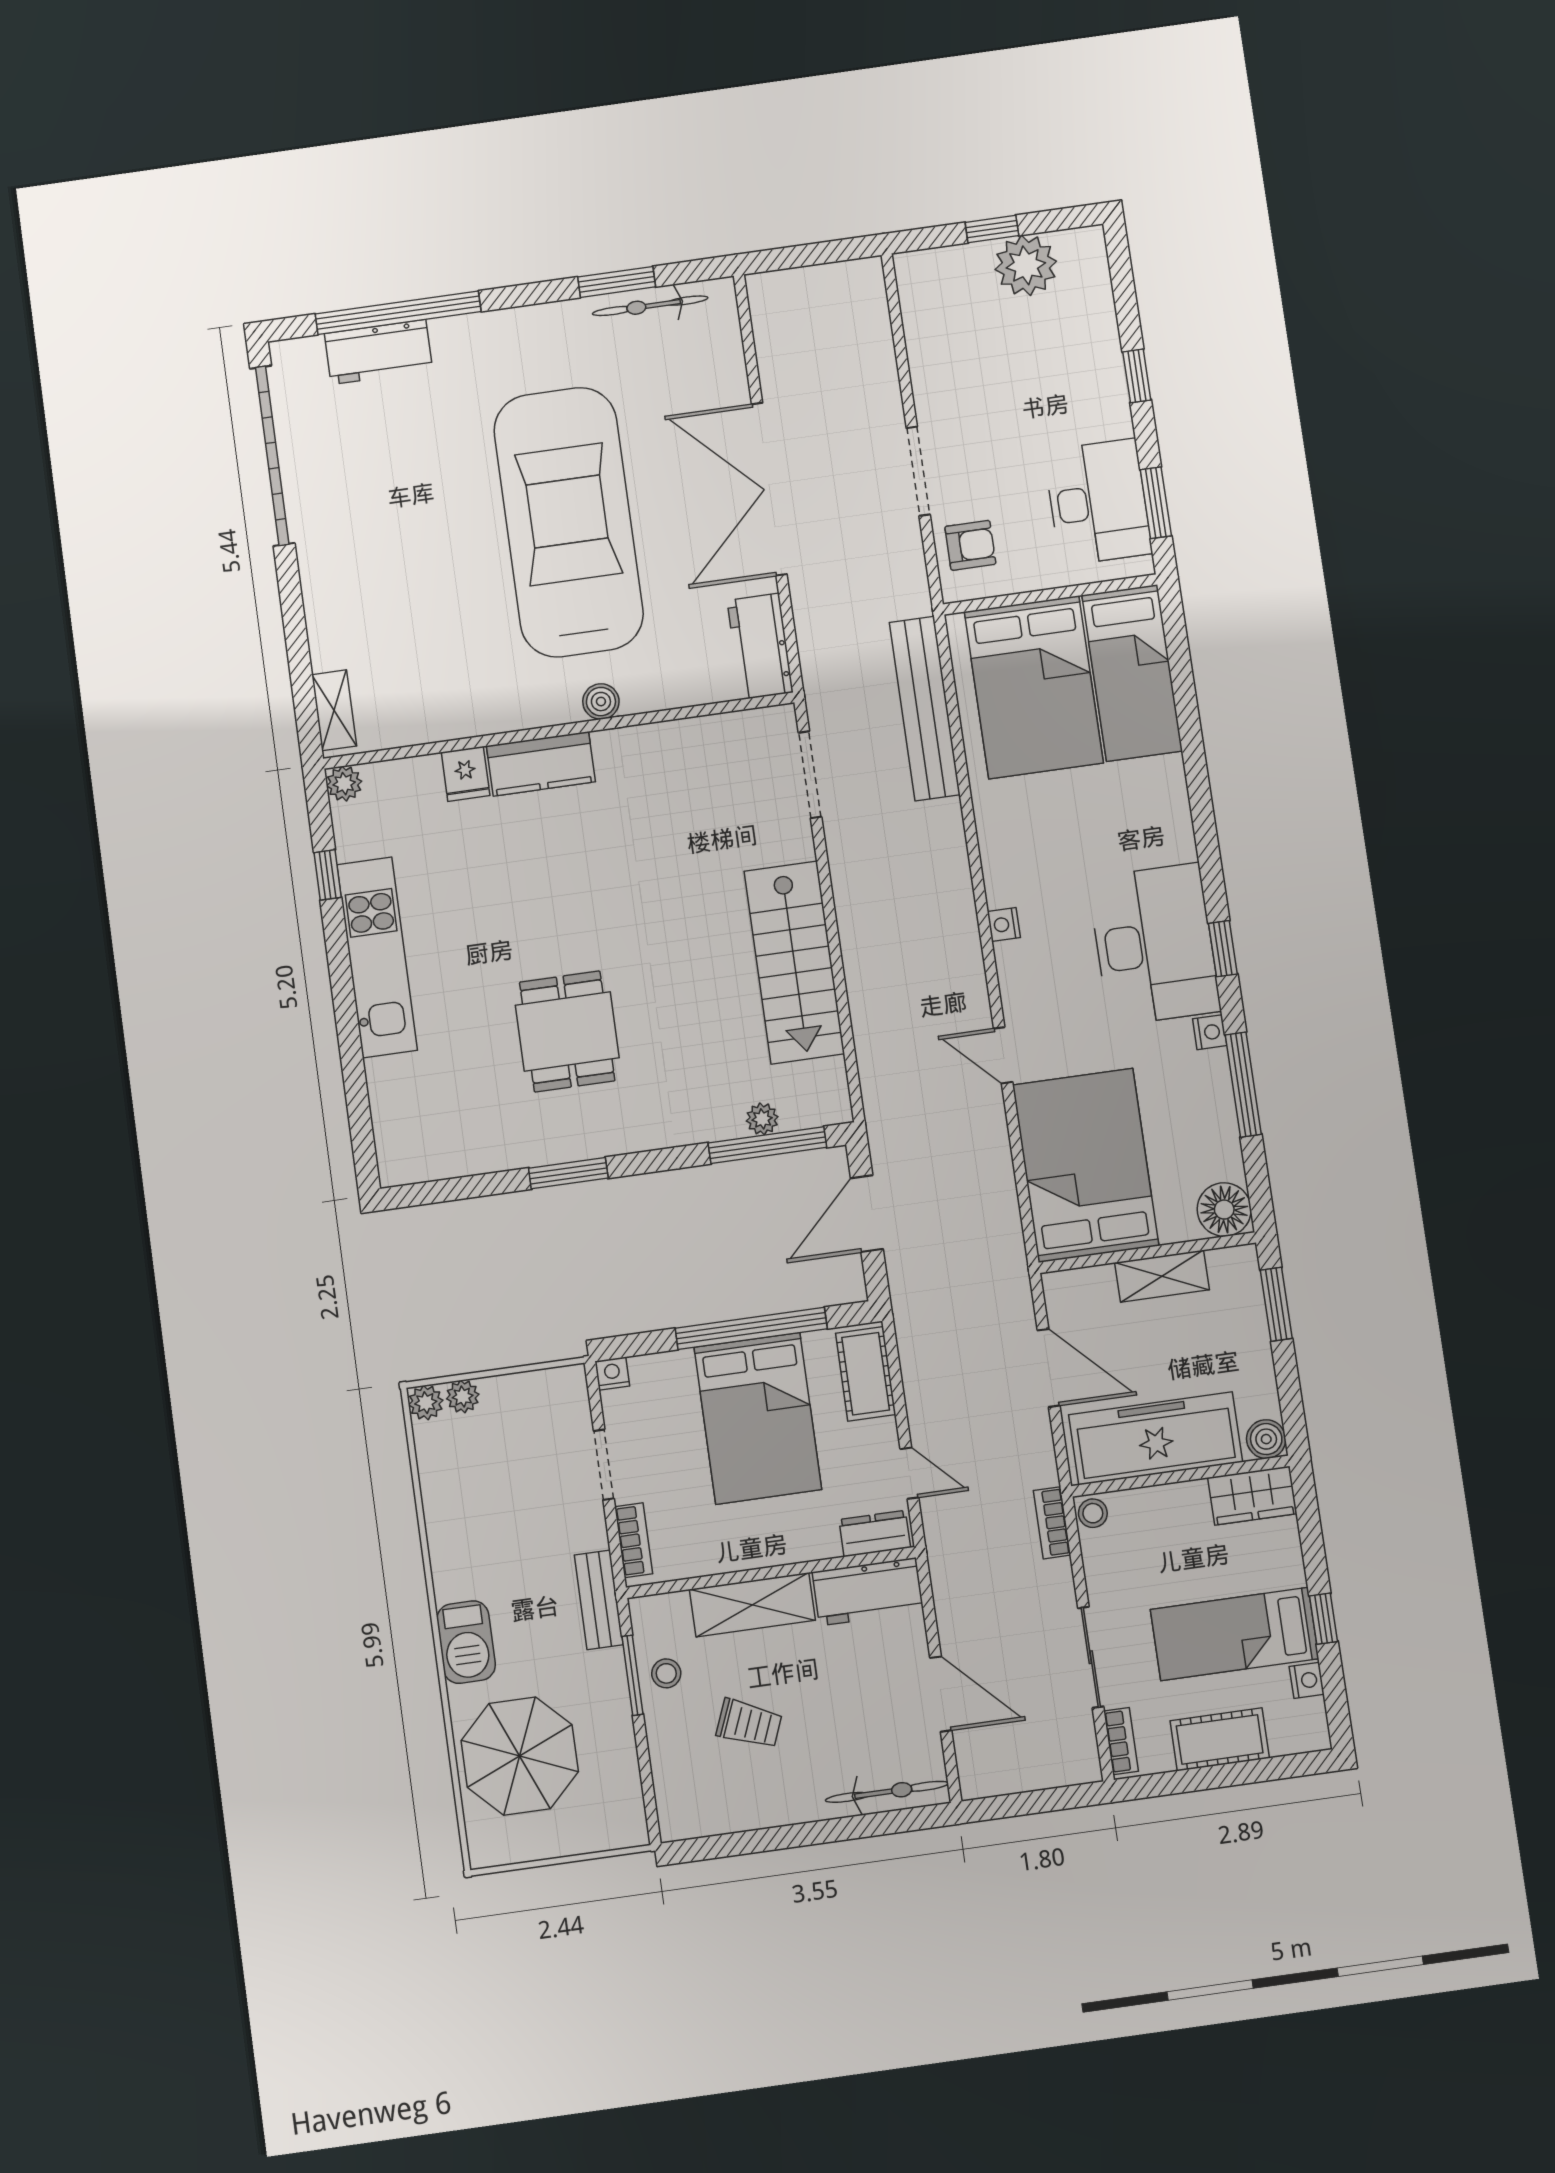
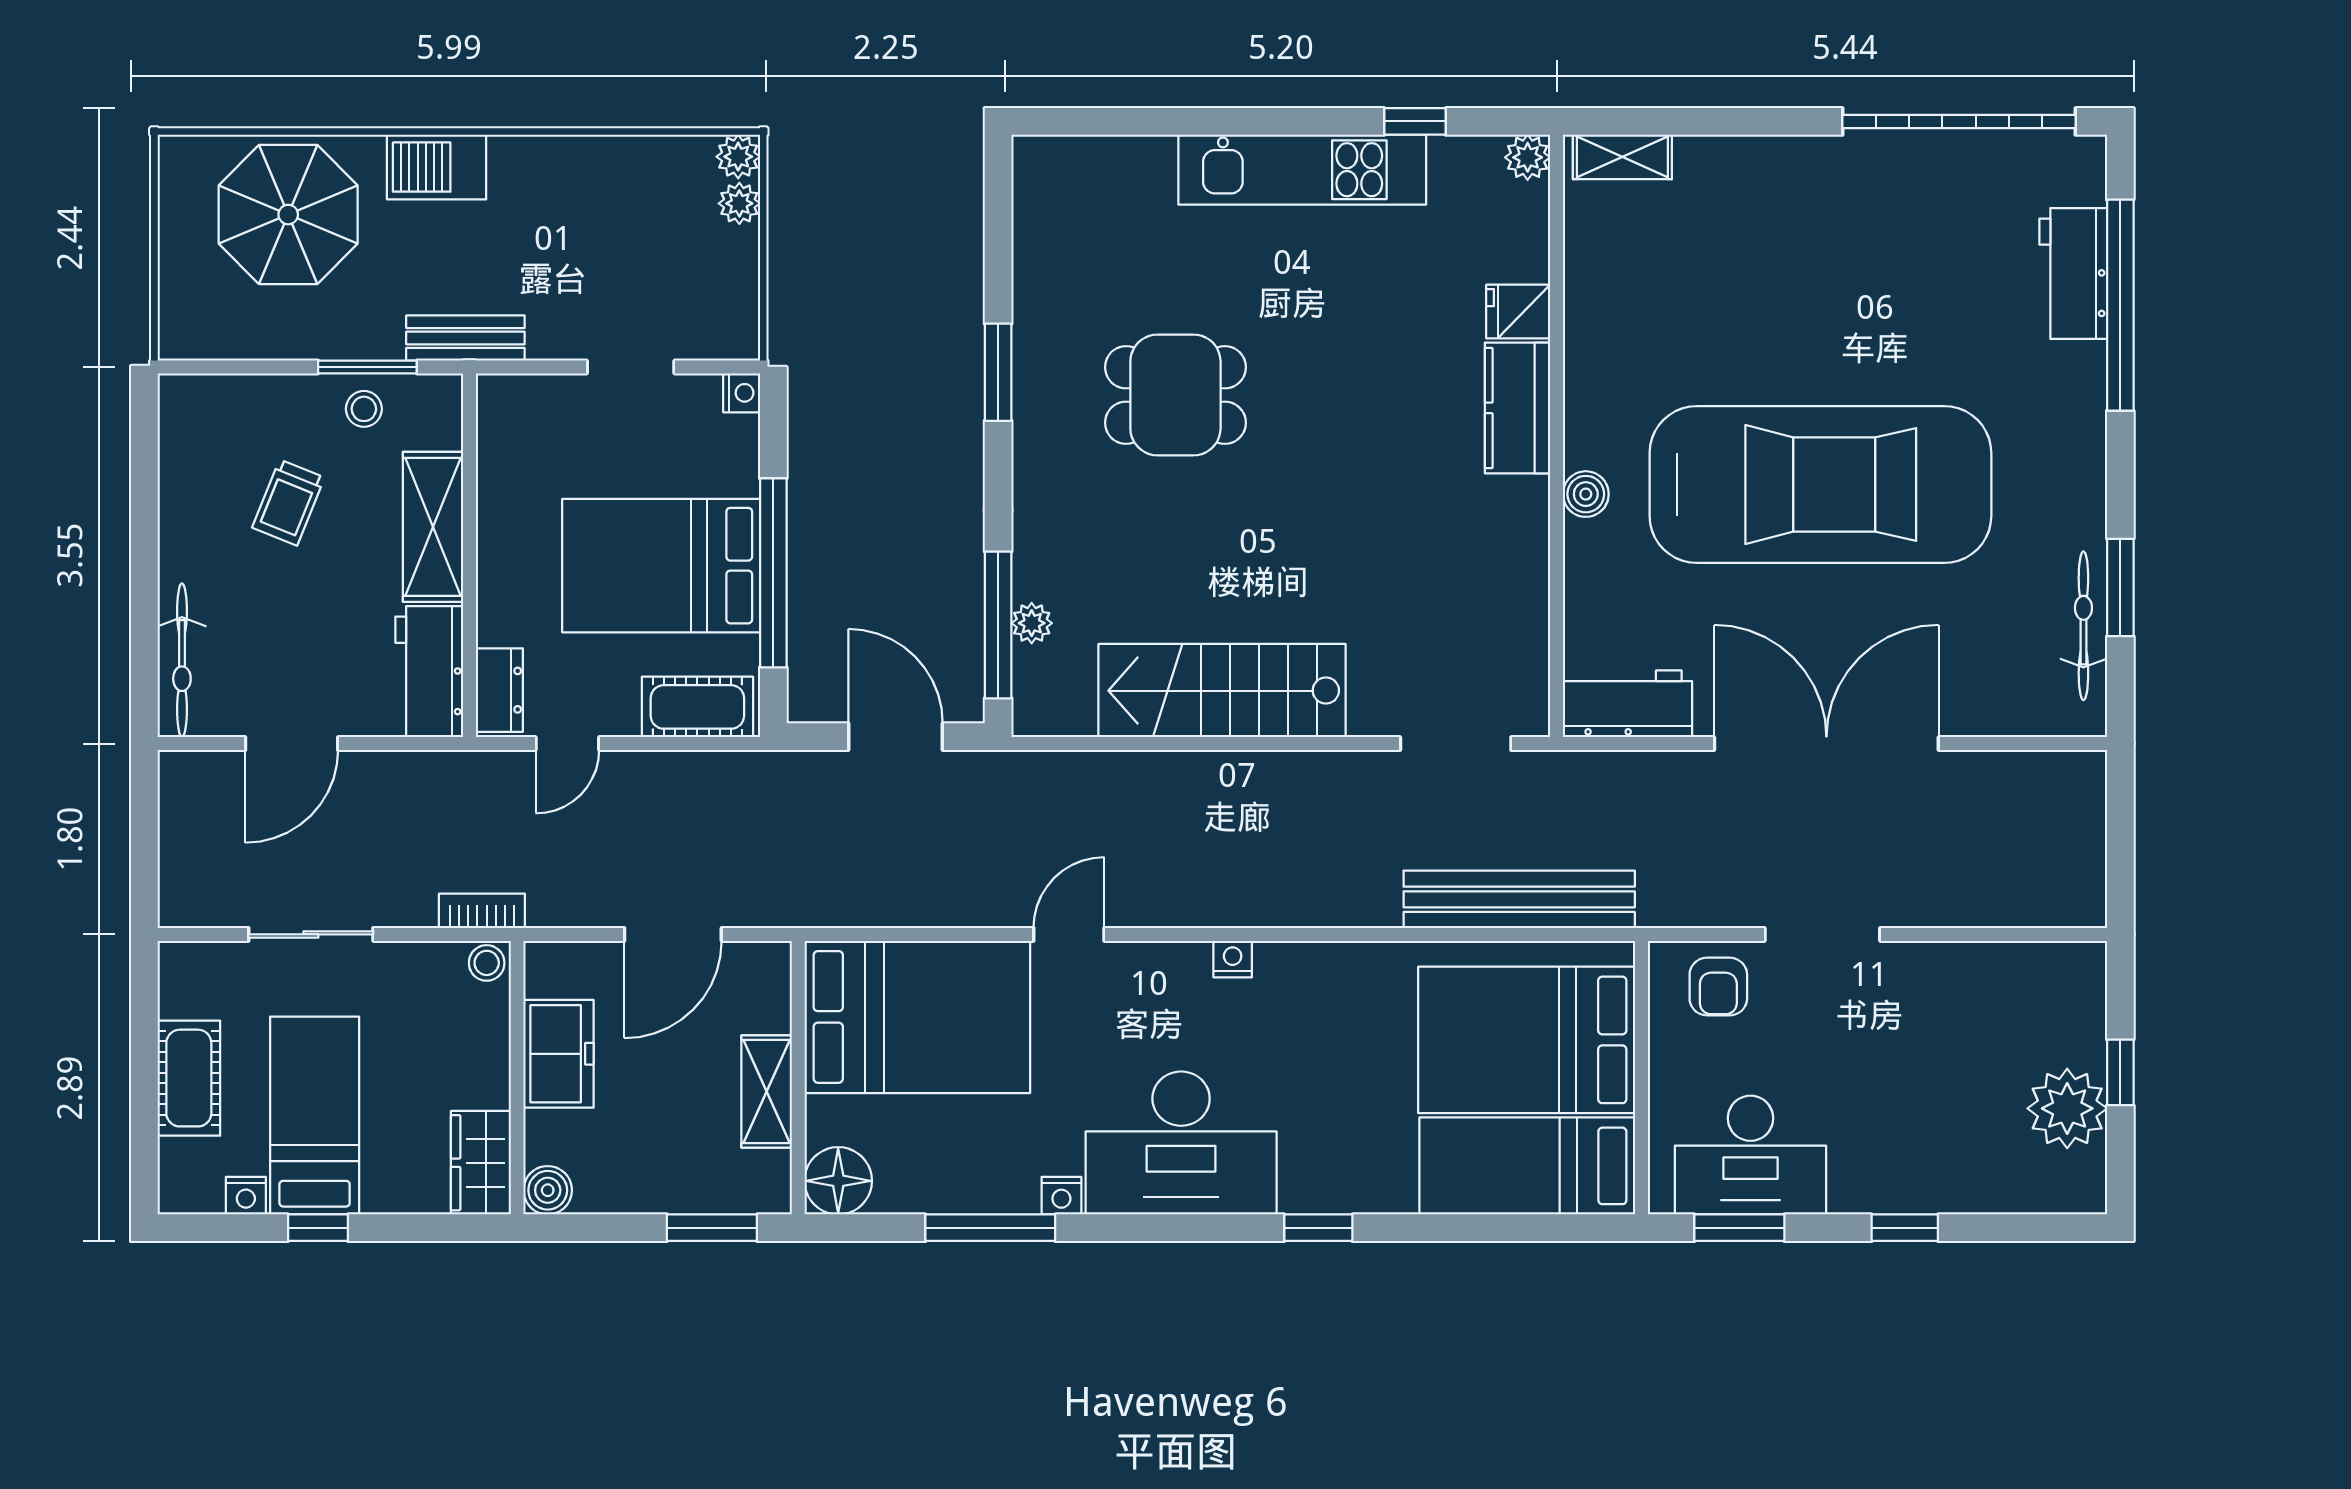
window: (1223, 949) -> (1318, 1228), moved
freezer: (1156, 1438) -> (559, 1054), width x0.52, depth x0.79
bookcase: (634, 1540) -> (533, 391), removed
bookcase: (1121, 1741) -> (204, 957), removed

